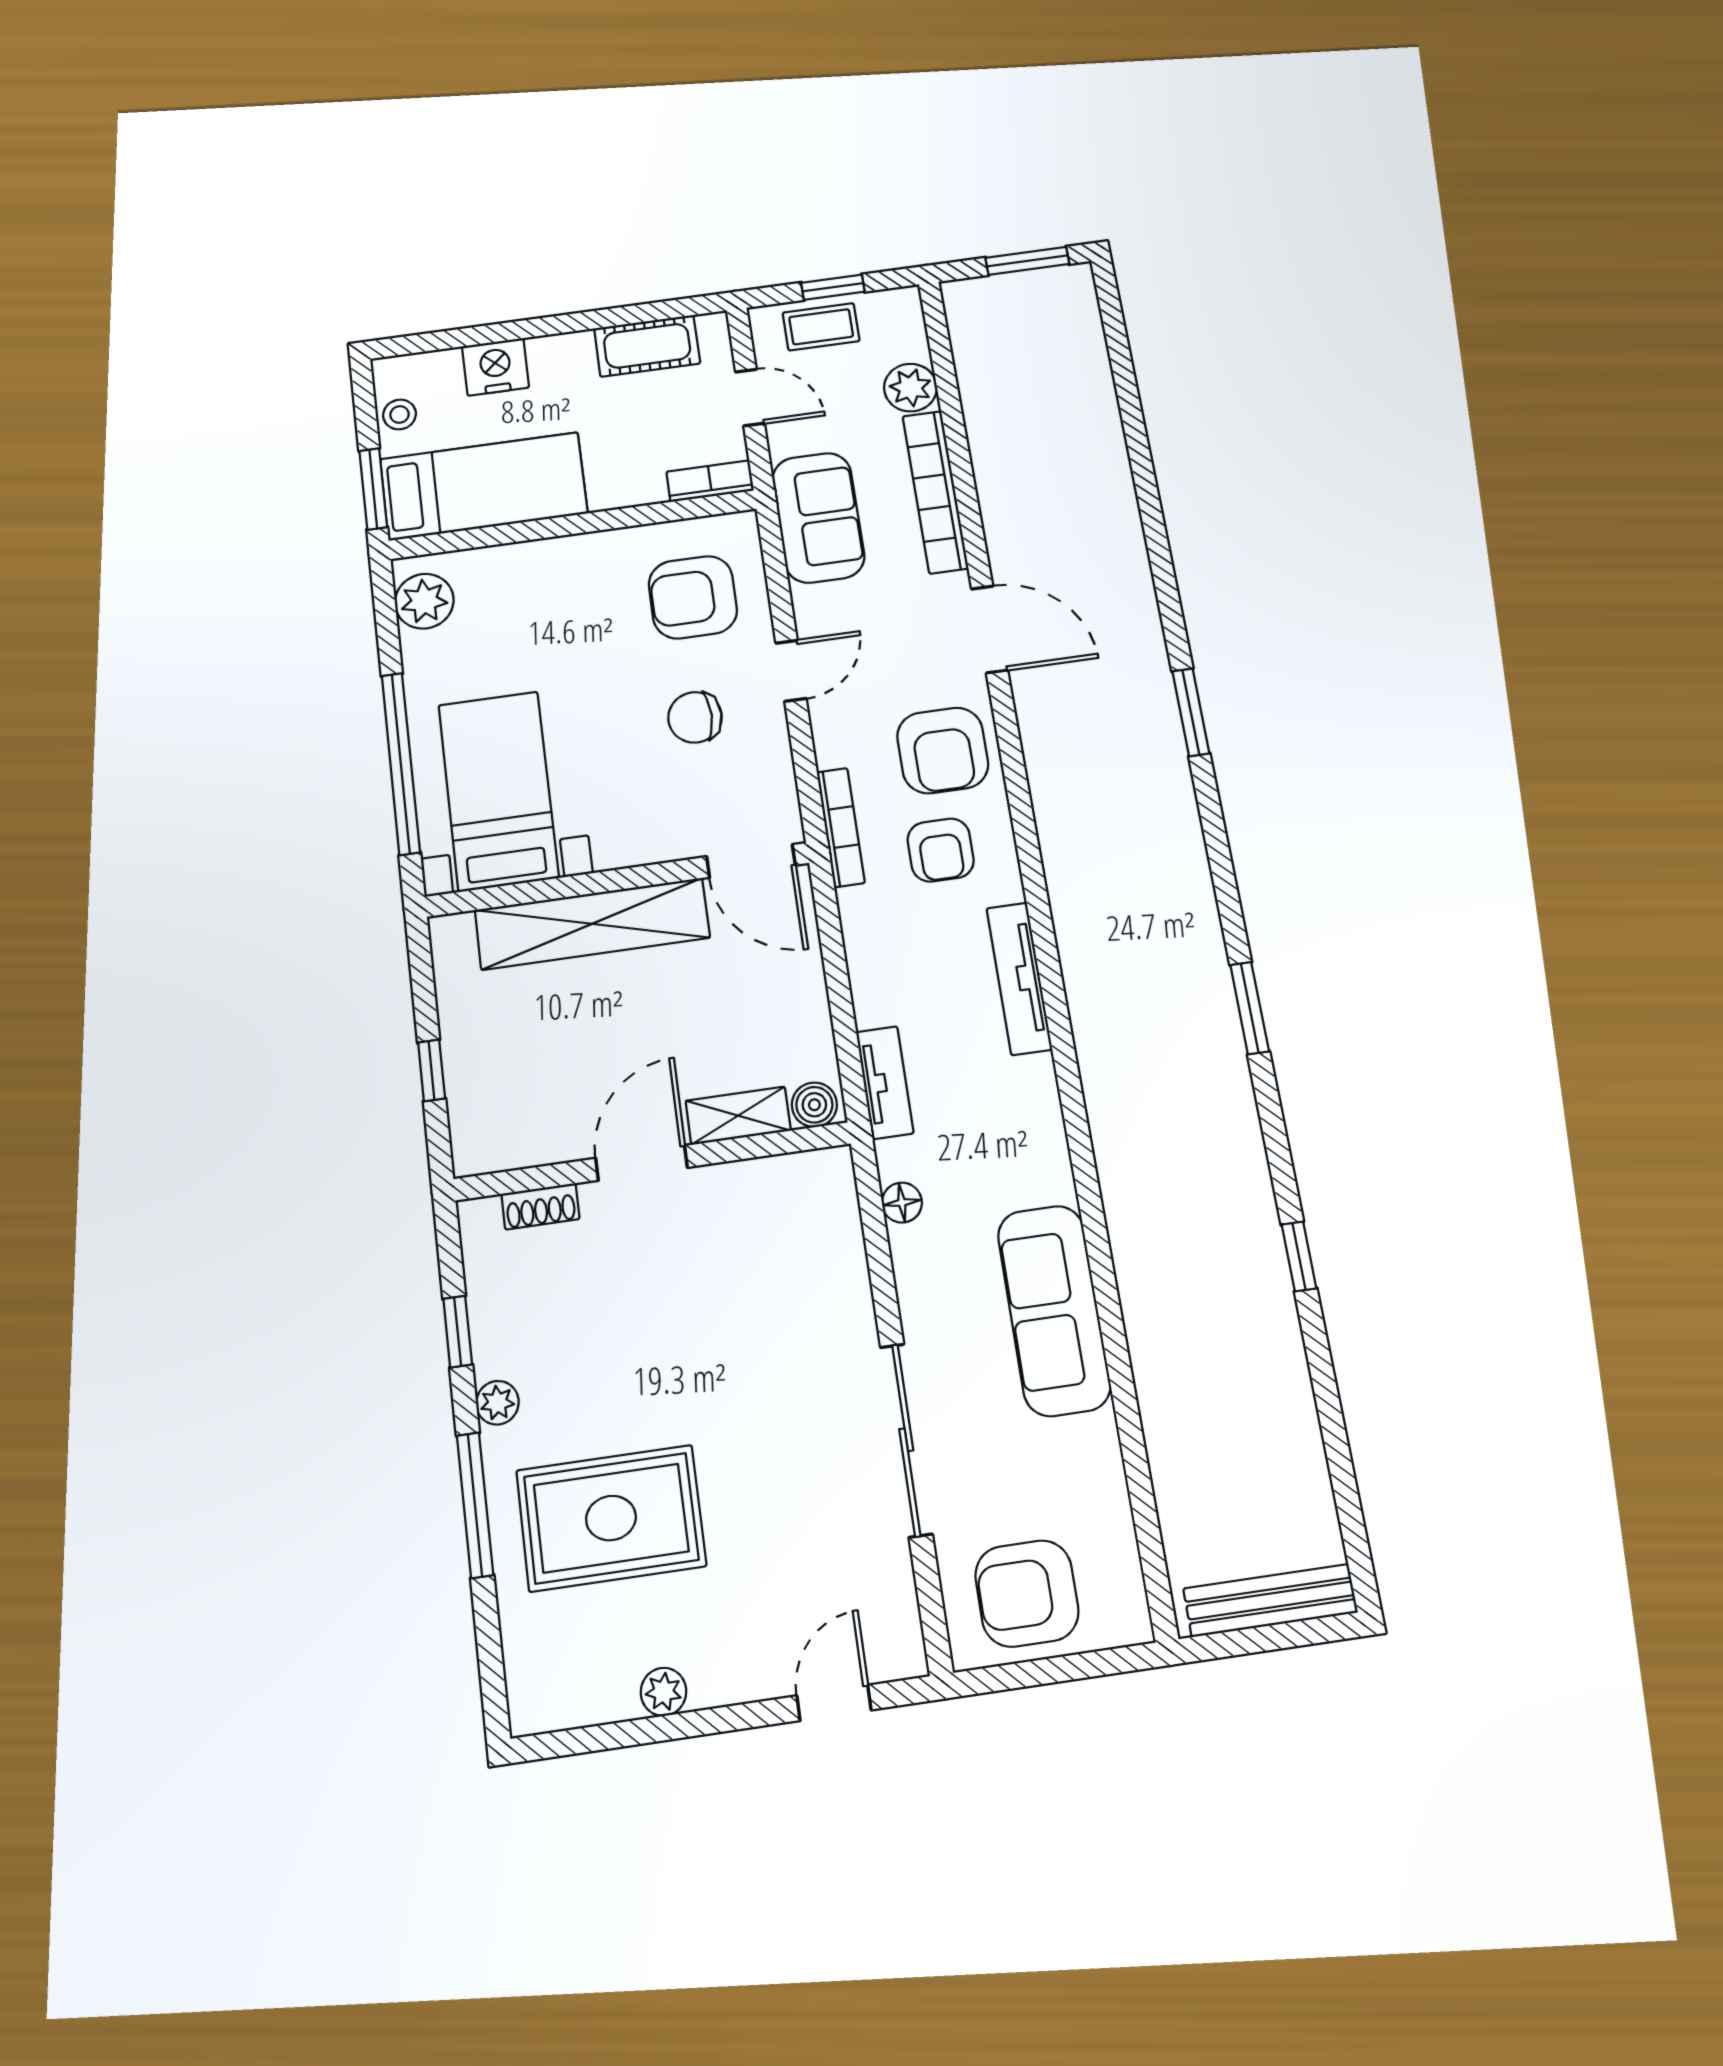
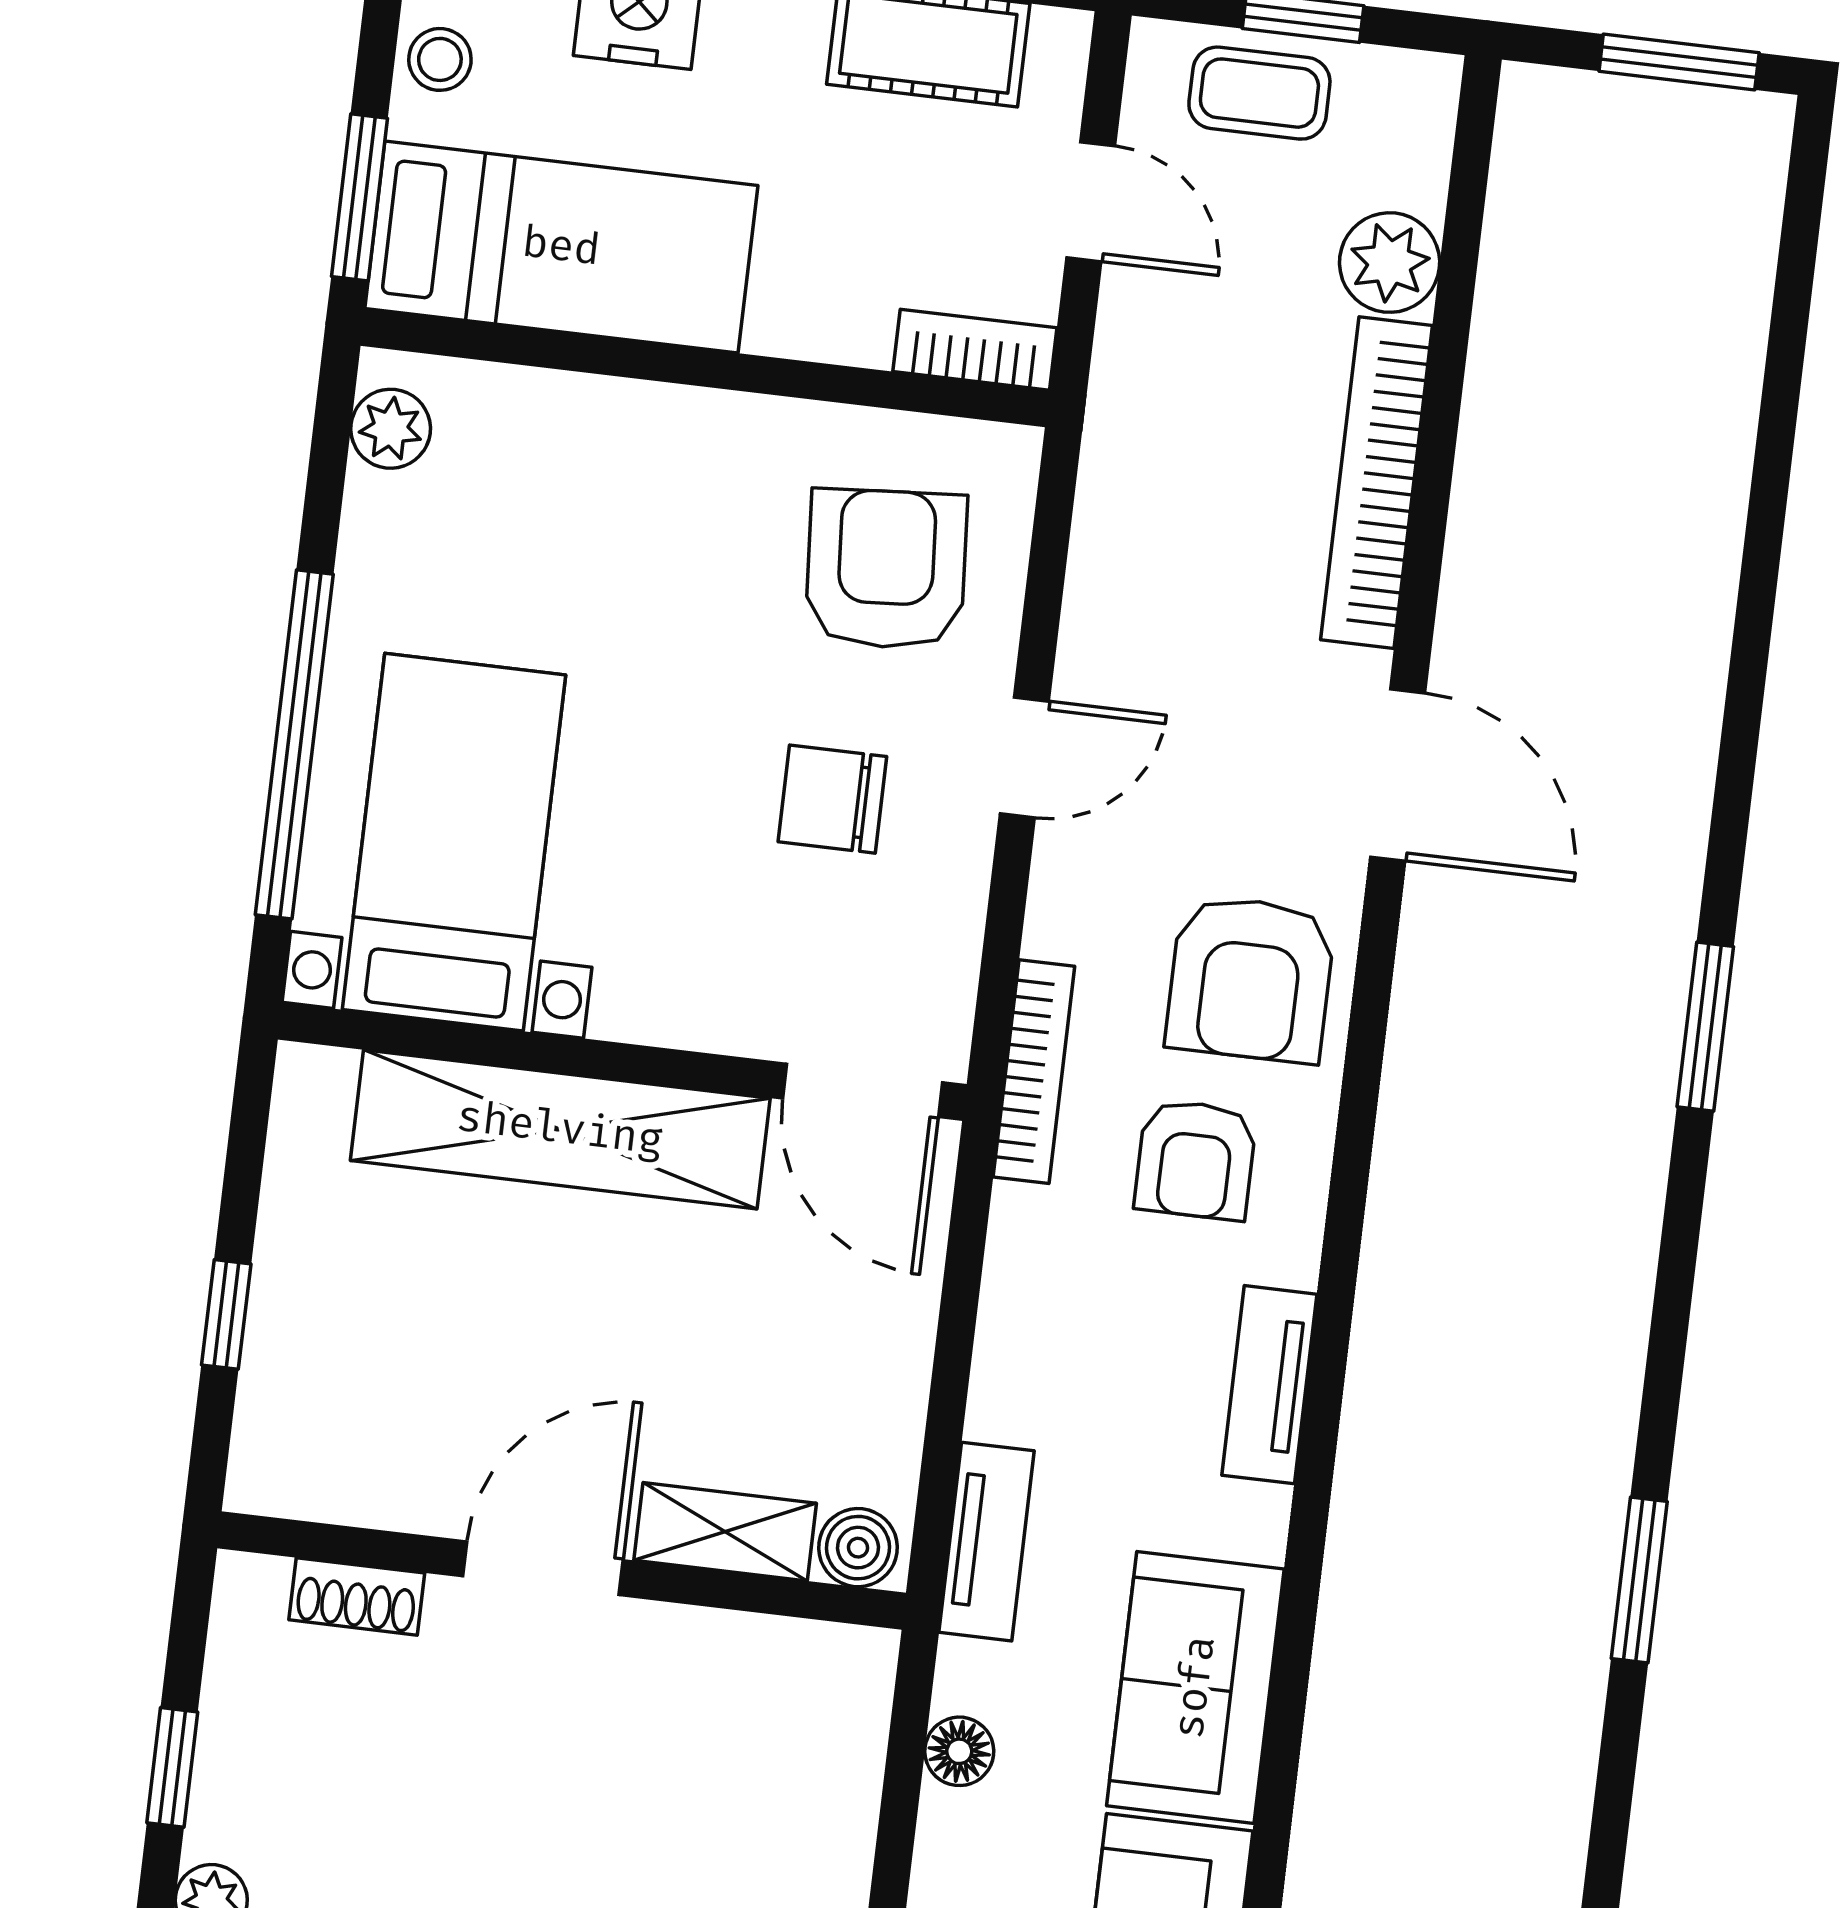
sofa: (818, 518) -> (1195, 1687), moved, turned 180
armchair: (693, 597) -> (886, 569), turned 86
plant: (424, 601) -> (391, 429), width x0.73, depth x0.73
tv unit: (1019, 978) -> (1269, 1385), width x0.71

